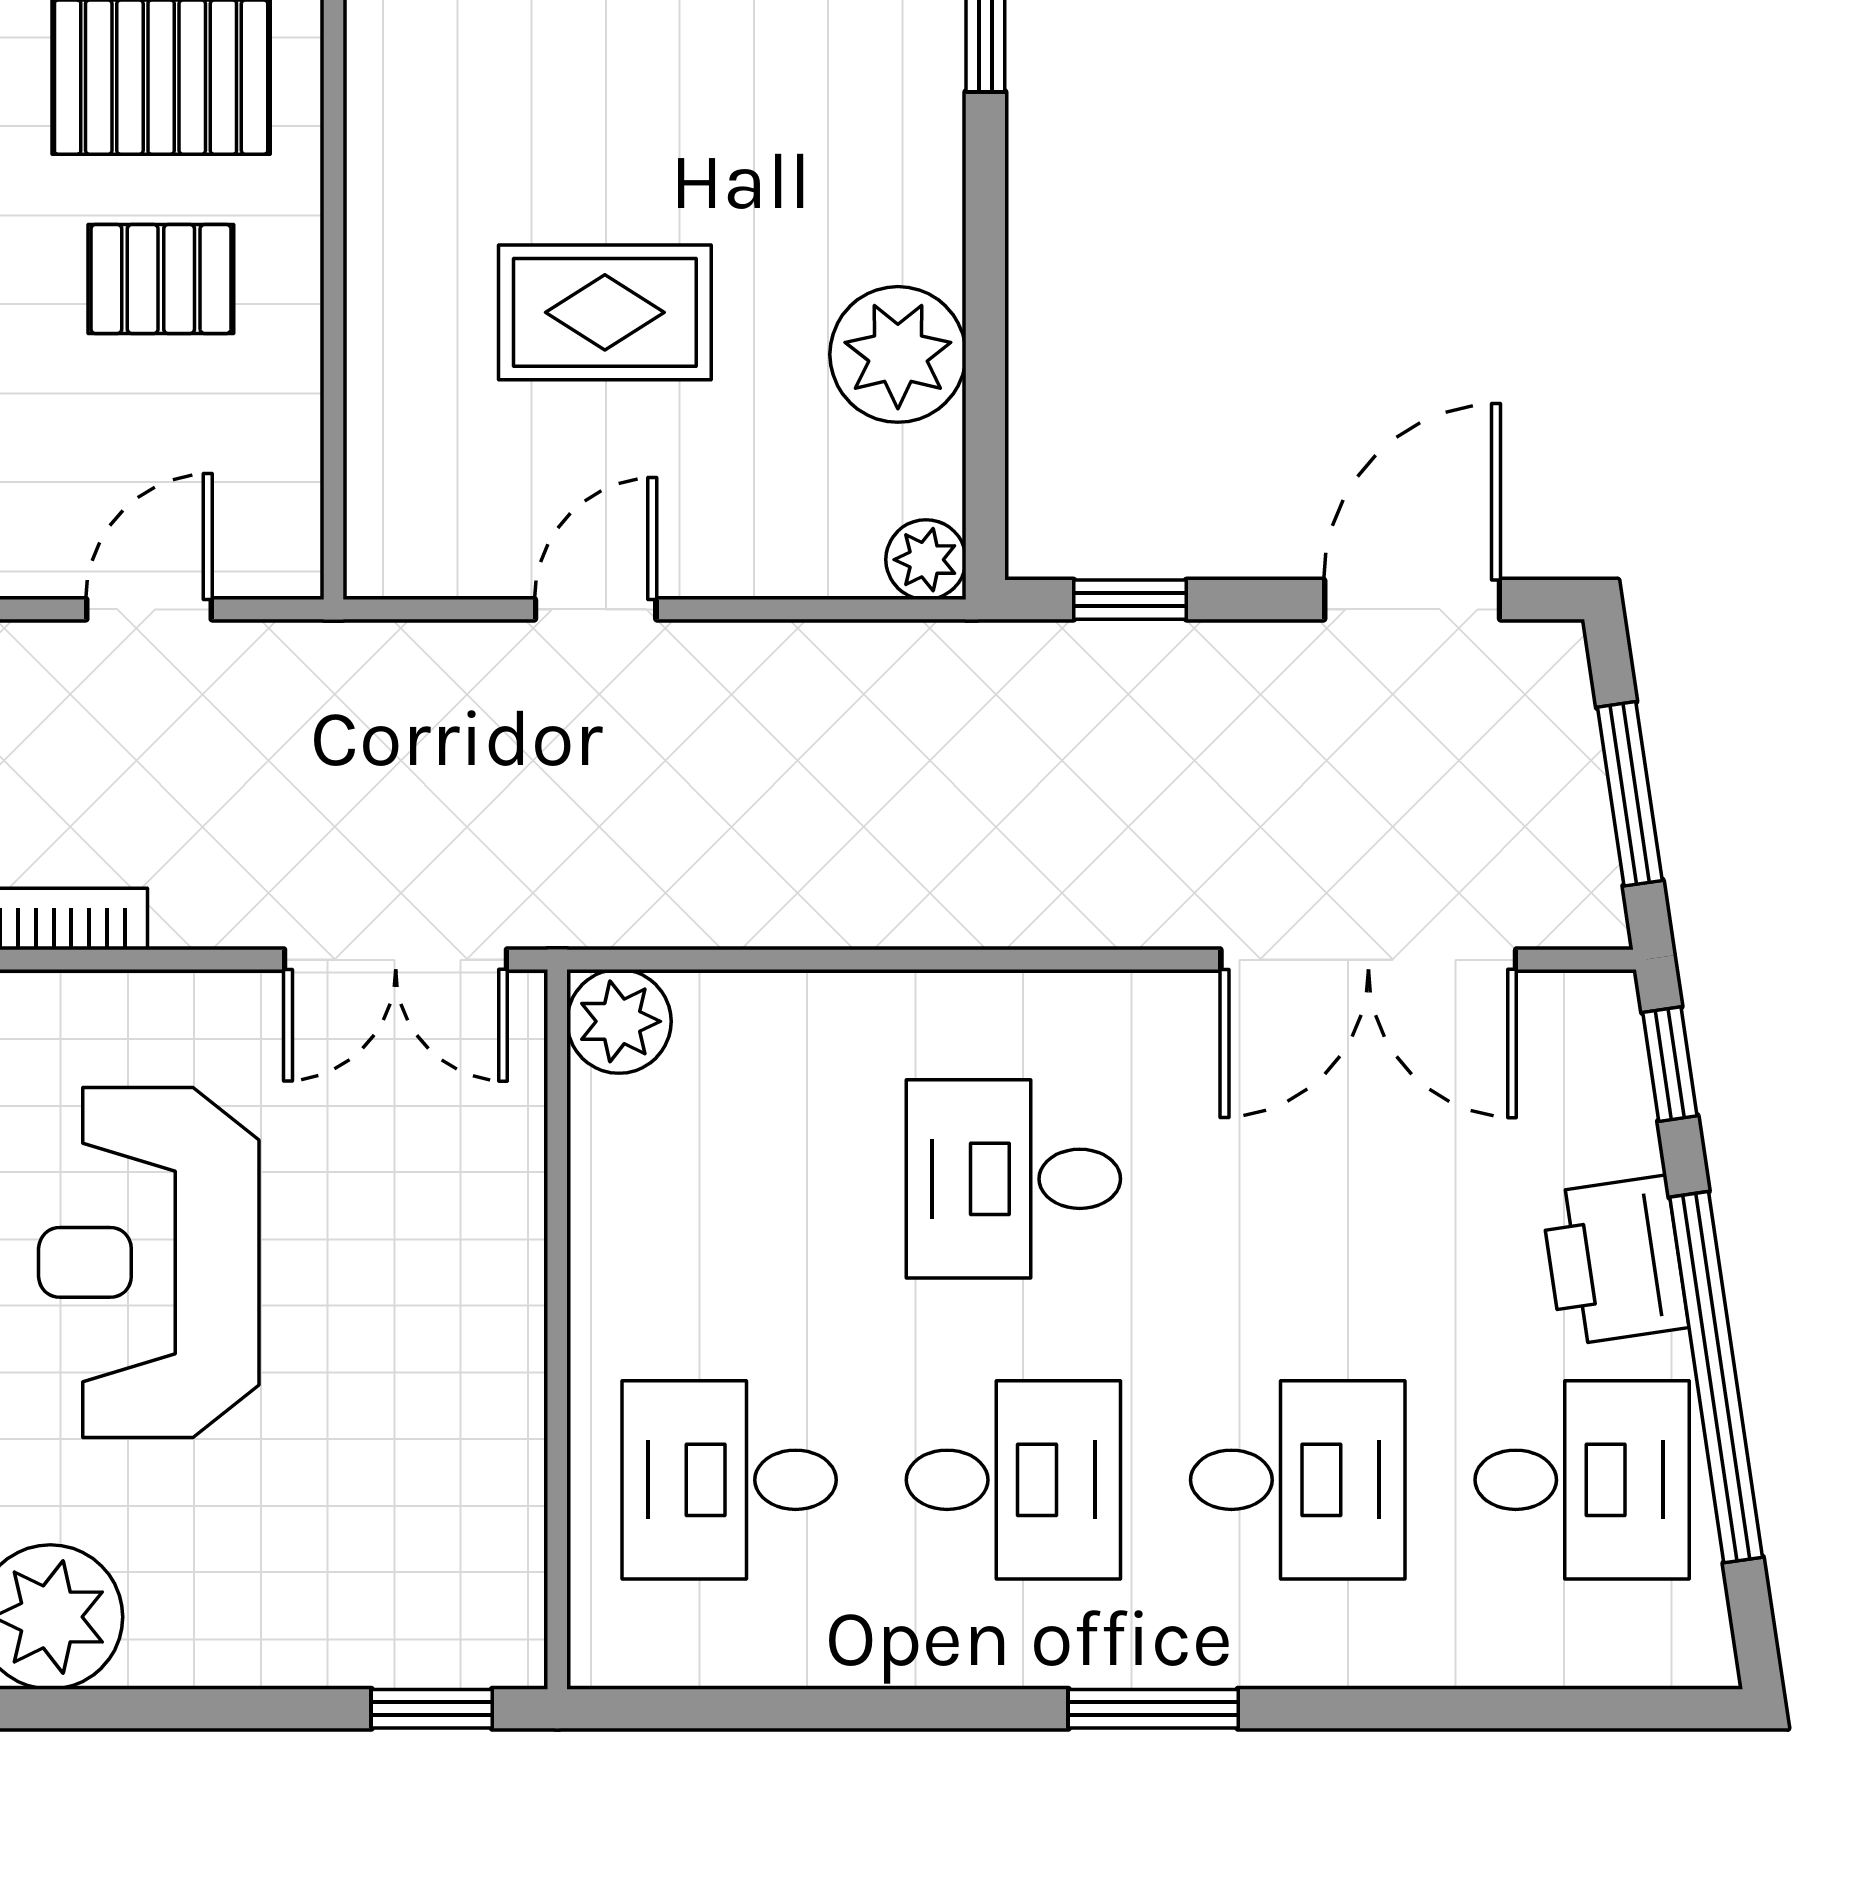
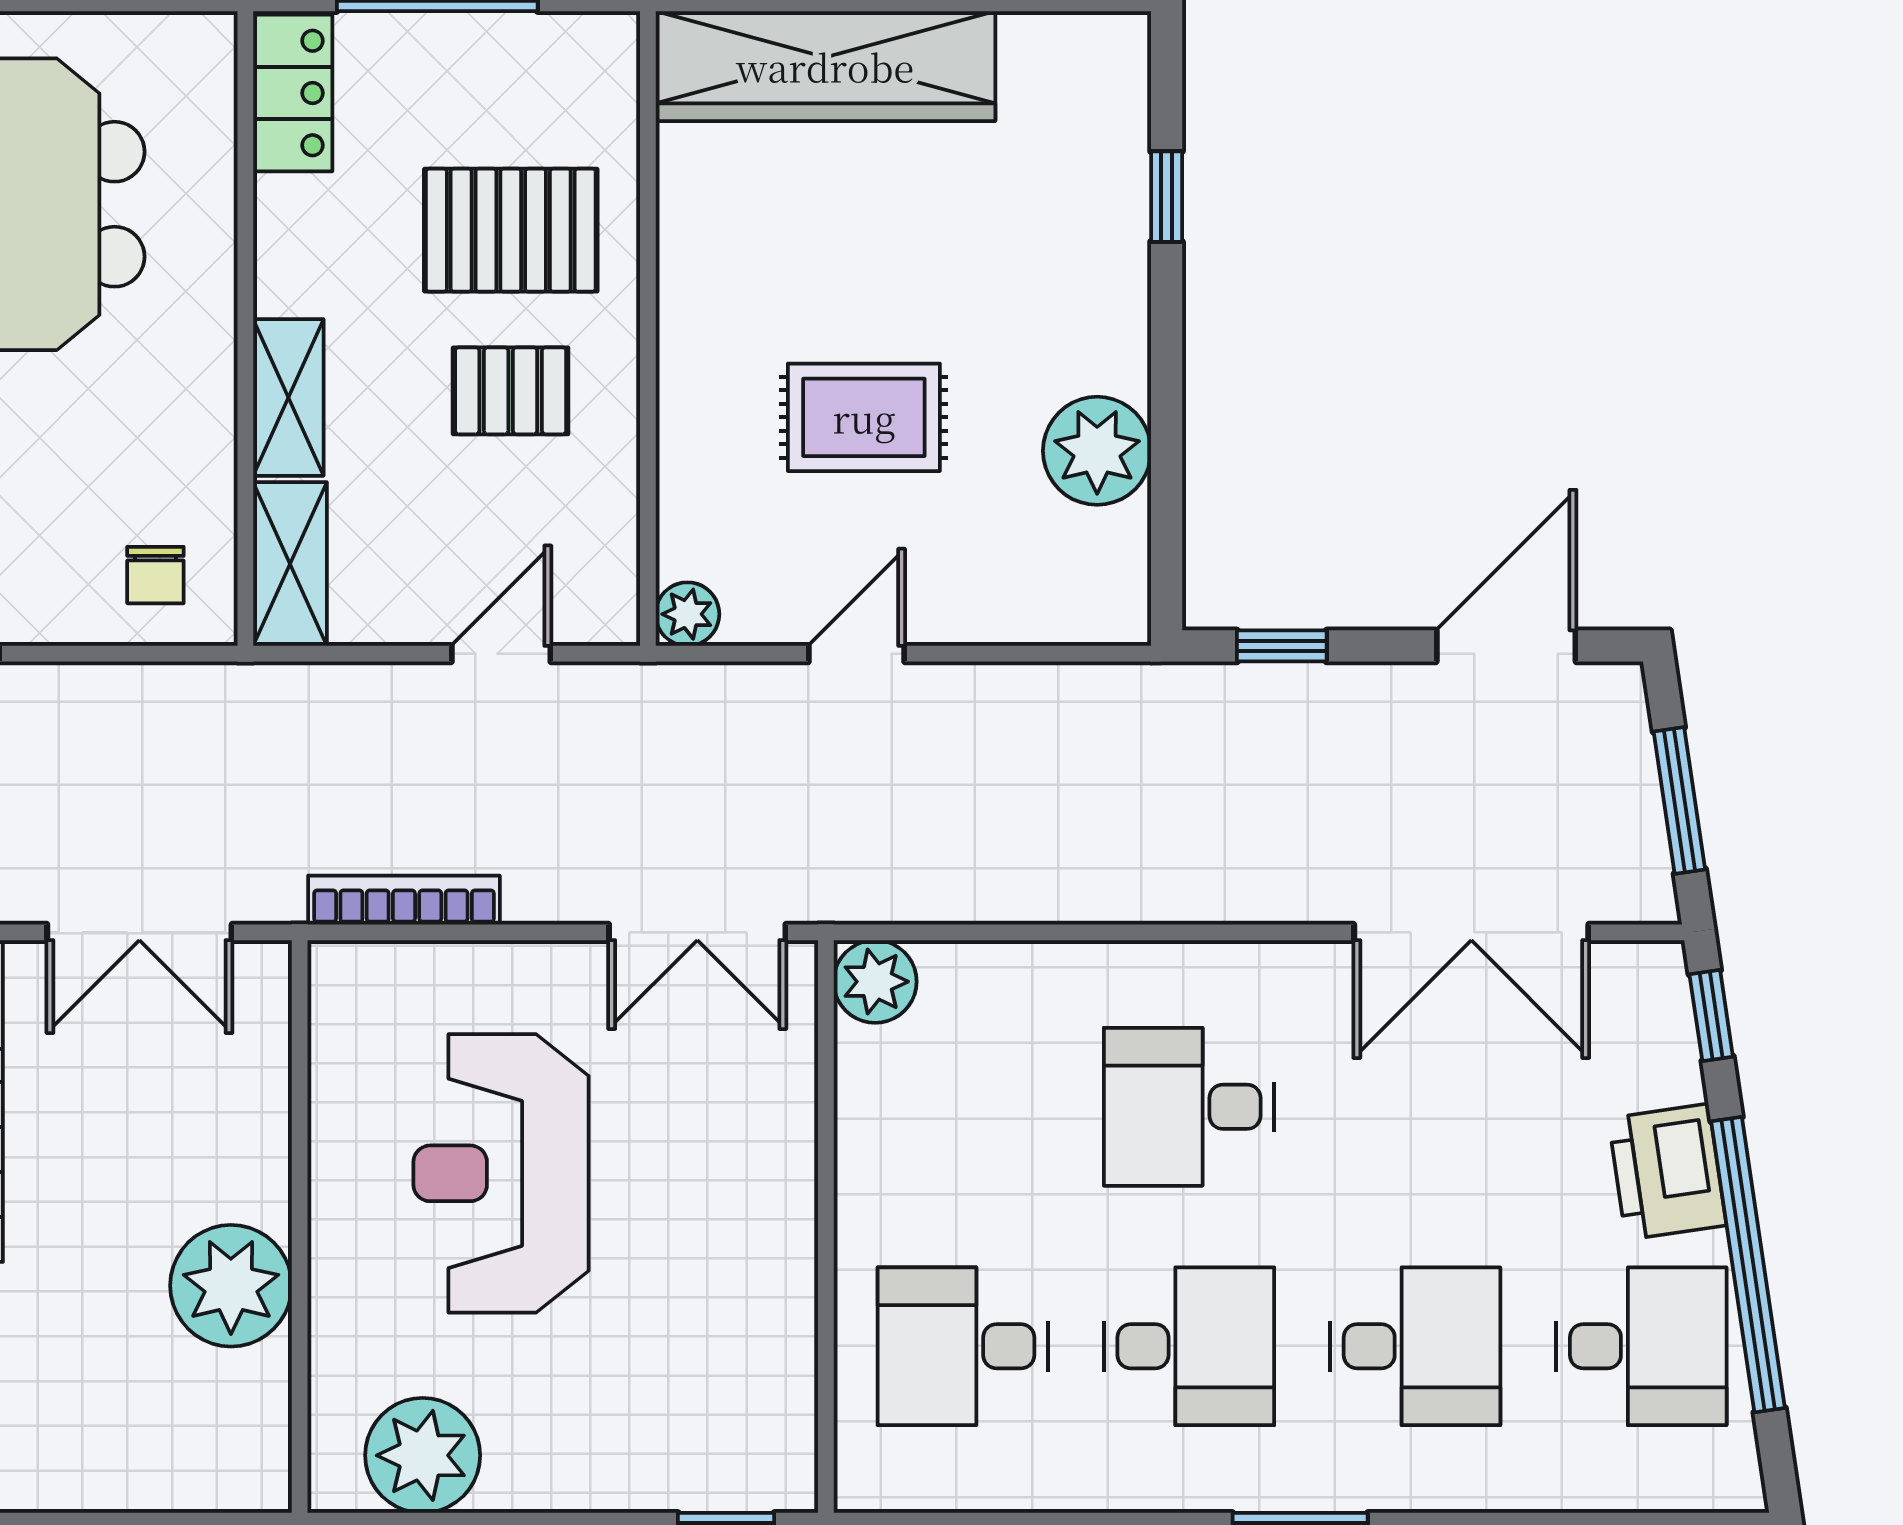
plant: (926, 560) -> (687, 614), moved

